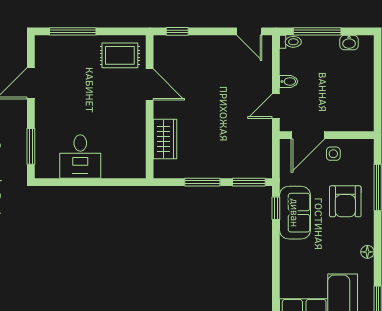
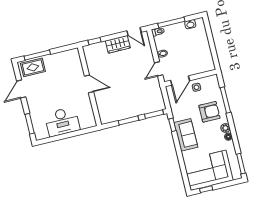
rug: (120, 55) -> (33, 67), moved
door: (150, 85) -> (89, 84), moved
wardrobe: (165, 139) -> (118, 44), moved, turned 90
desk: (80, 157) -> (62, 122), width x1.37
armchair: (345, 201) -> (209, 112), turned -90
sofa: (295, 213) -> (186, 135), moved
plant: (366, 236) -> (225, 128), added

